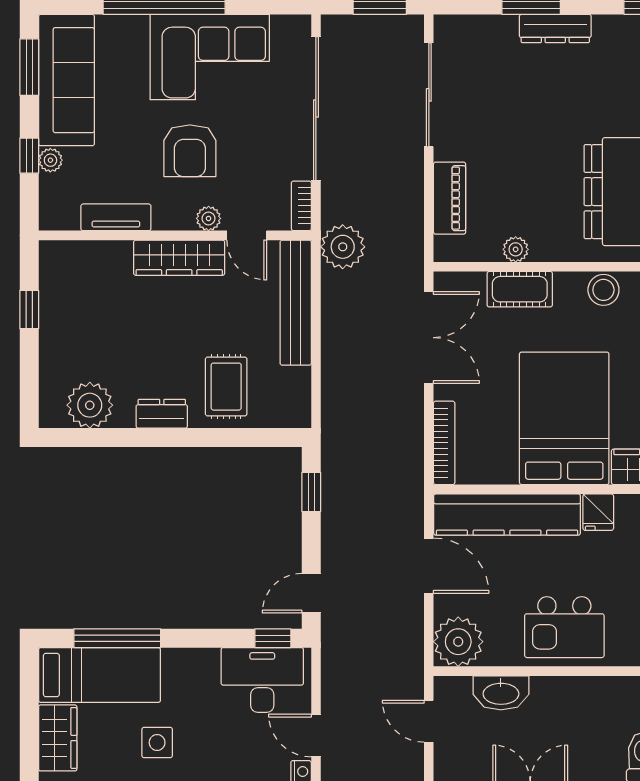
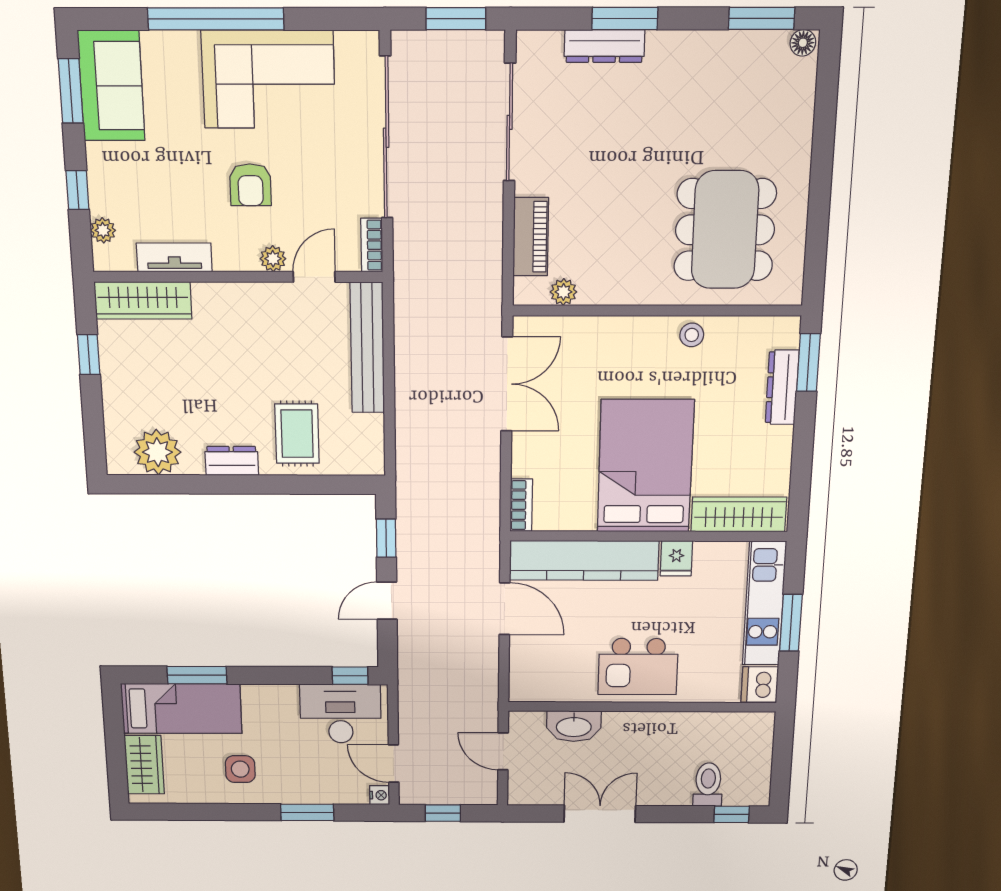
dresser: (555, 29) -> (604, 46), moved
sofa: (66, 80) -> (111, 86), width x0.73
armchair: (190, 151) -> (250, 185), width x0.72, depth x0.72
plant: (50, 160) -> (103, 230), moved
door: (247, 235) -> (314, 277), swing flipped
plant: (343, 247) -> (416, 289), removed
plant: (516, 249) -> (563, 292), moved
wardrobe: (179, 258) -> (143, 300), moved
cot: (520, 289) -> (603, 334), removed
stool: (603, 290) -> (692, 335), width x0.73, depth x0.73
bookcase: (444, 443) -> (521, 505), width x0.64
door: (311, 593) -> (387, 601), moved
window: (117, 638) -> (197, 675), width x0.69
plant: (458, 642) -> (533, 680), removed

